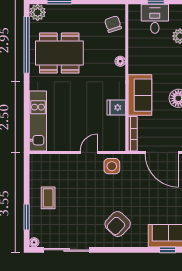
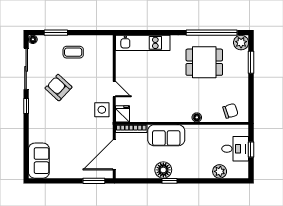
dining table: (59, 53) -> (204, 62), width x0.73
fridge: (116, 107) -> (122, 114), moved
armchair: (118, 224) -> (58, 88), moved
window: (168, 250) -> (26, 106), moved

